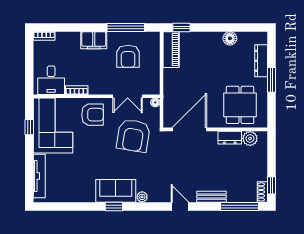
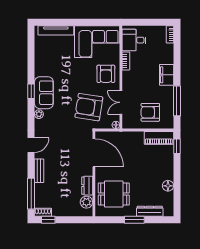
armchair: (128, 56) -> (150, 112), moved
window: (29, 127) -> (96, 22), removed

